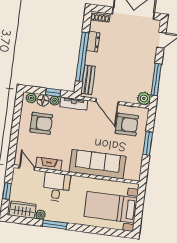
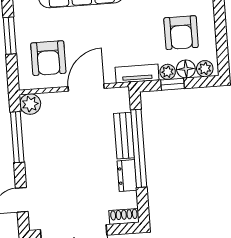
bench: (88, 80) -> (124, 136), moved
door: (107, 101) -> (86, 87), hinge flipped
armchair: (41, 123) -> (181, 33), turned -90
armchair: (127, 125) -> (48, 58), turned -90

